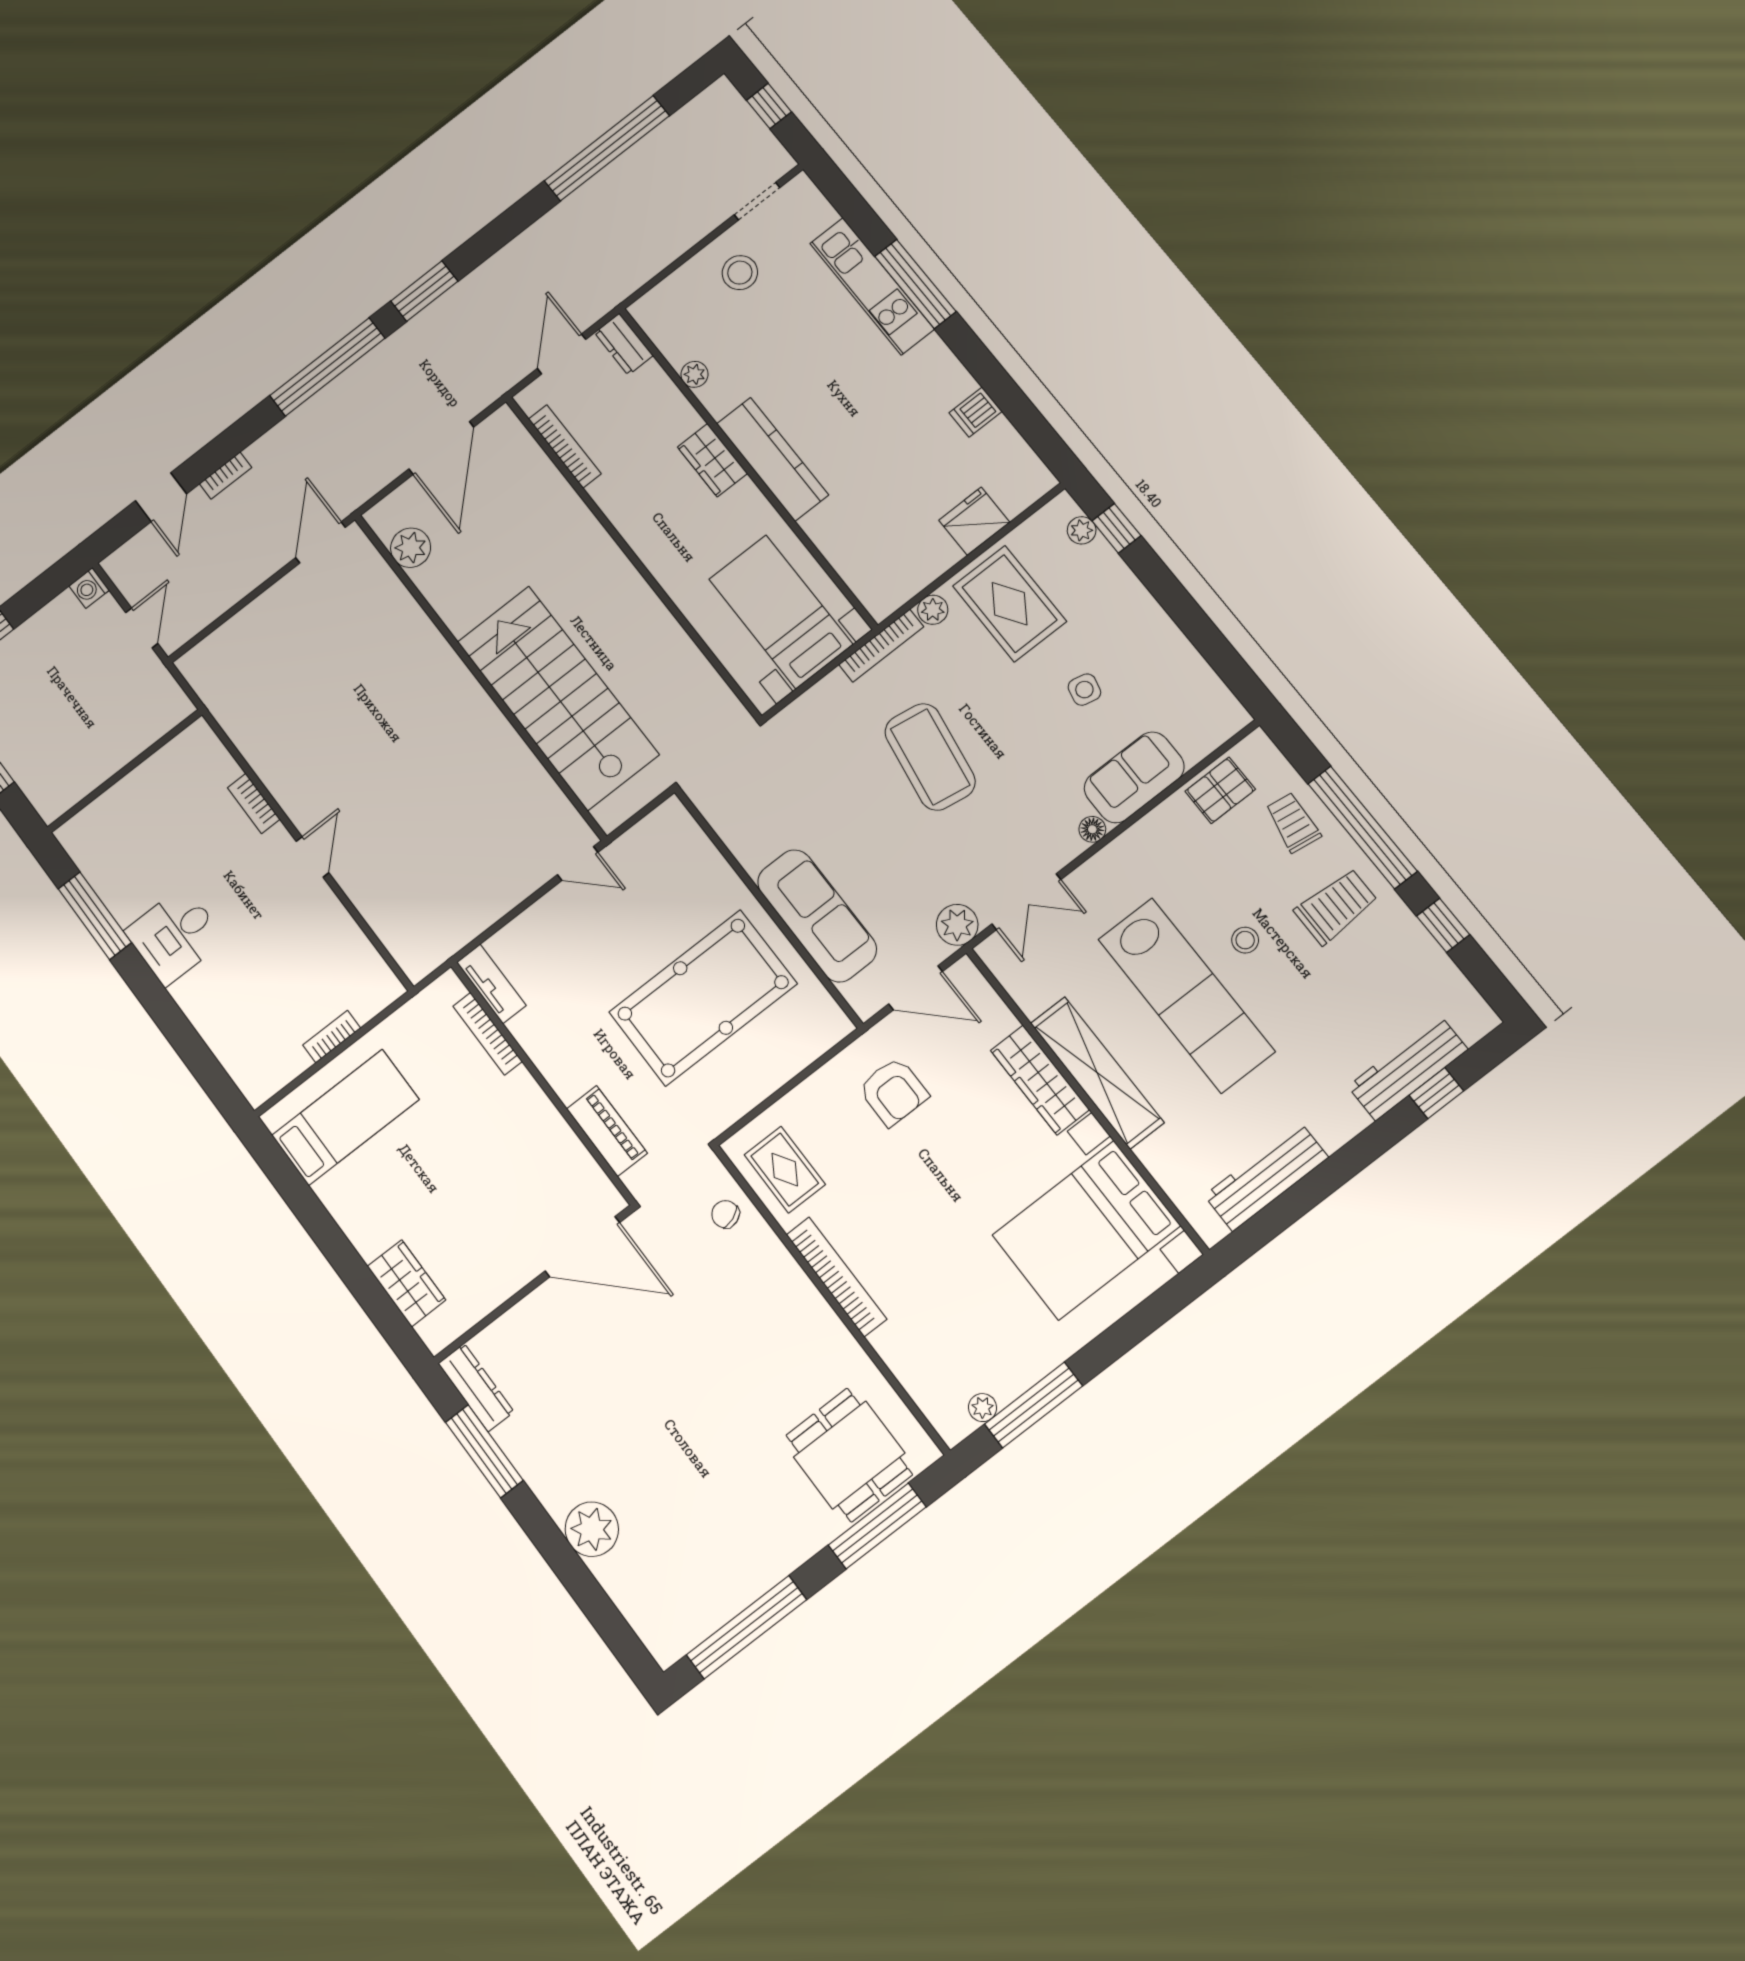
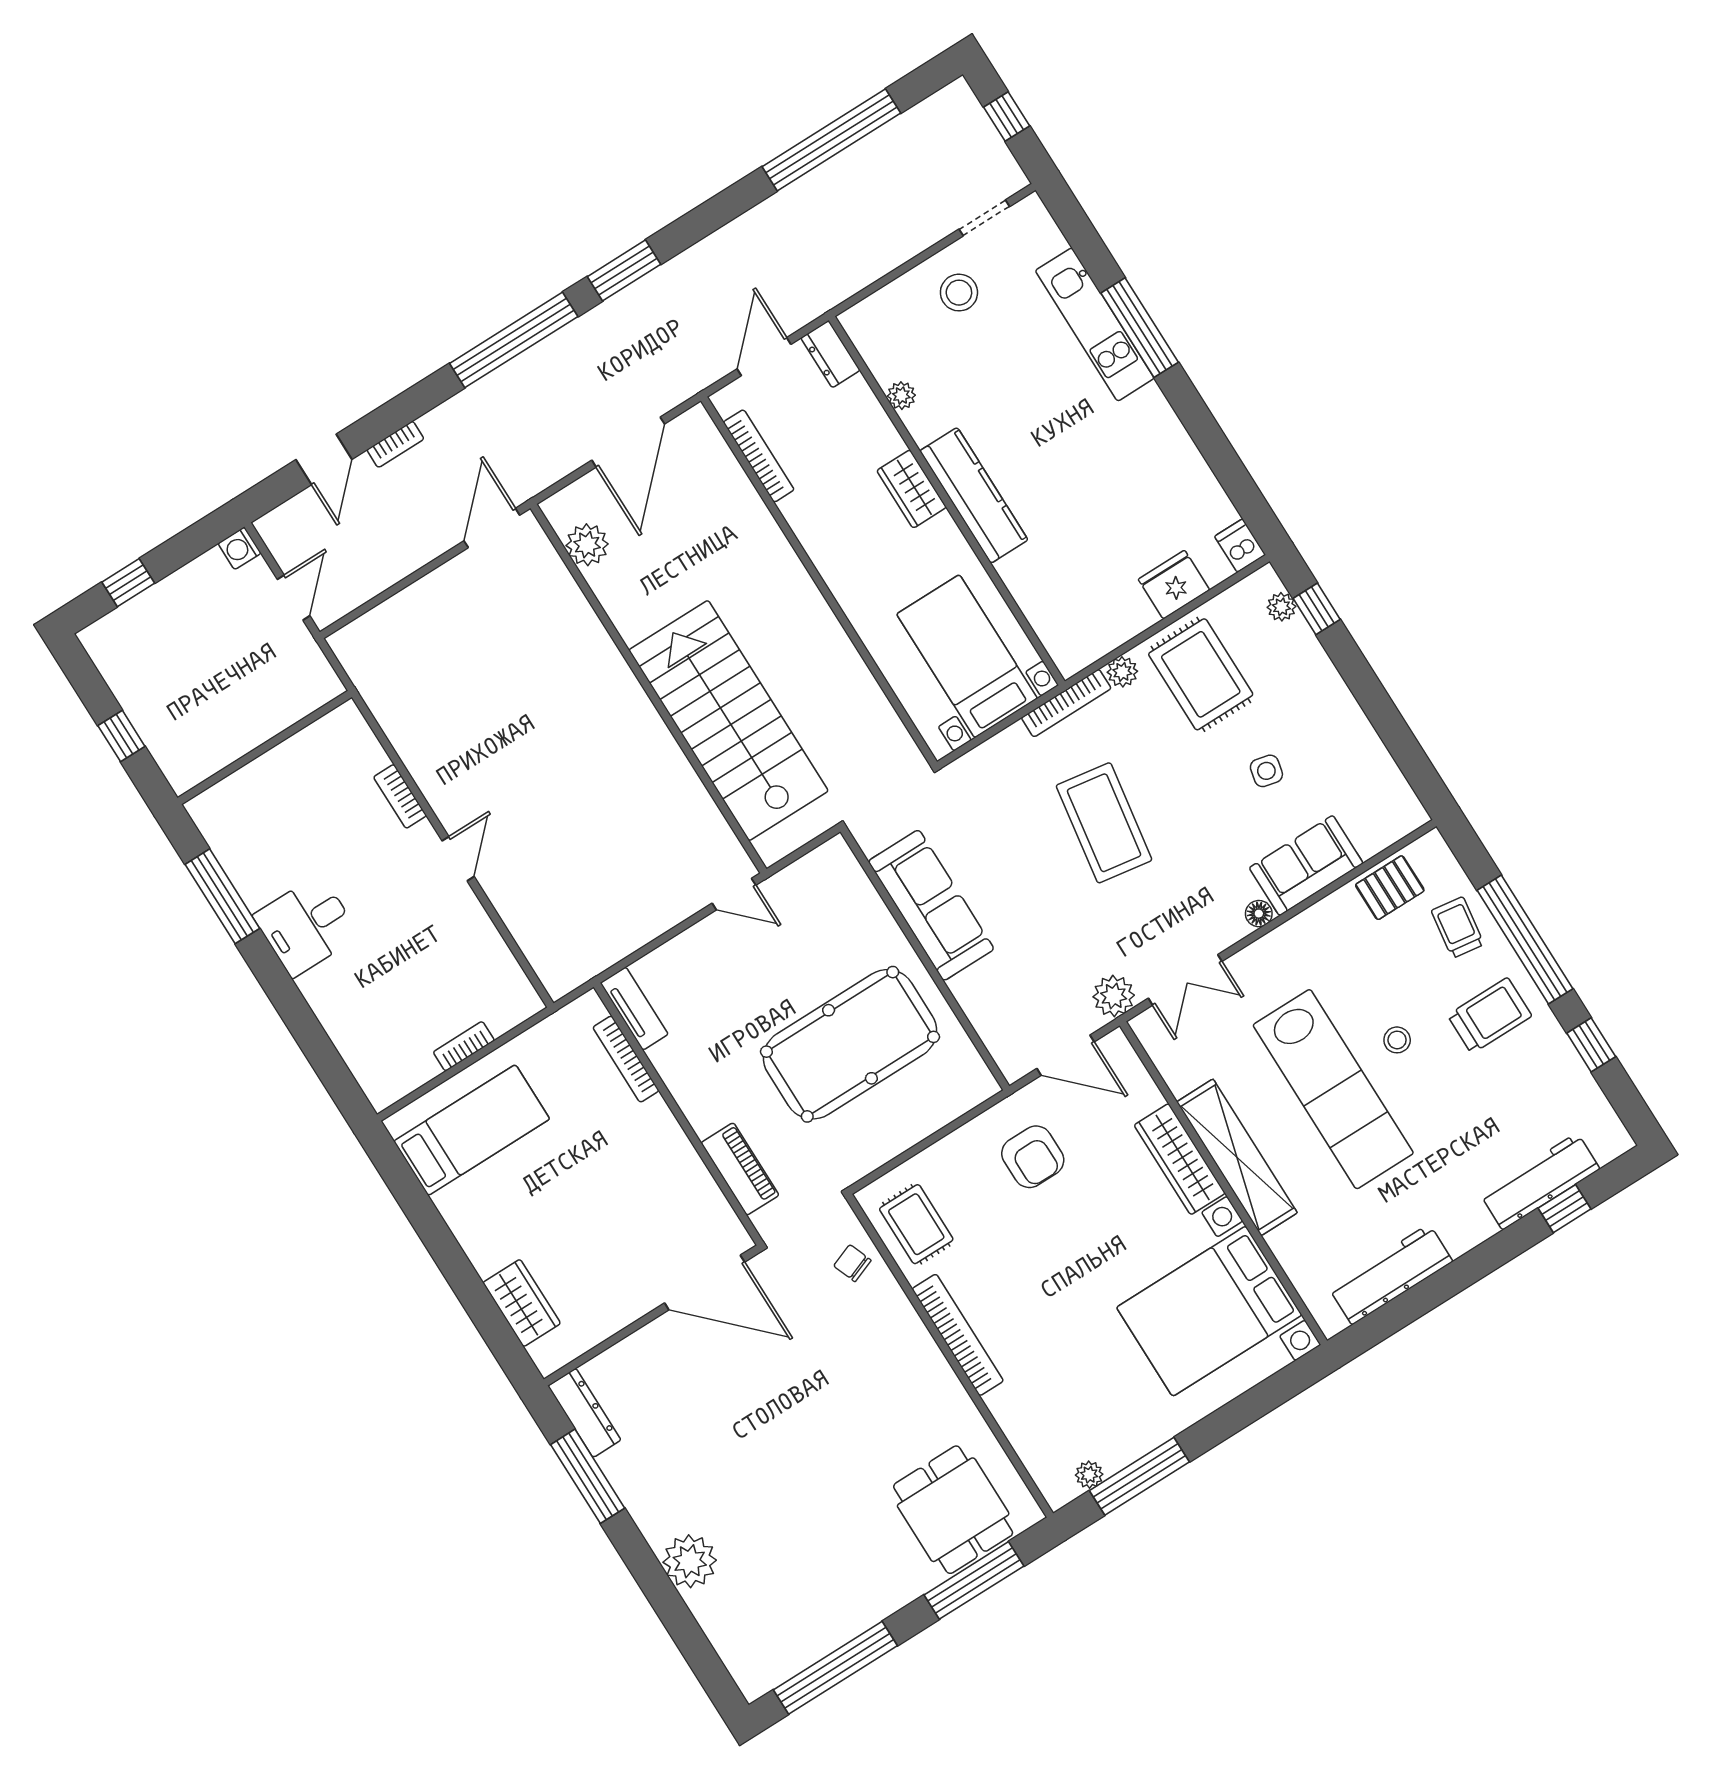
dishwasher: (976, 412) -> (1240, 546), moved, turned 90
sofa: (817, 916) -> (931, 905), moved

